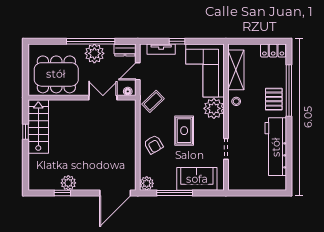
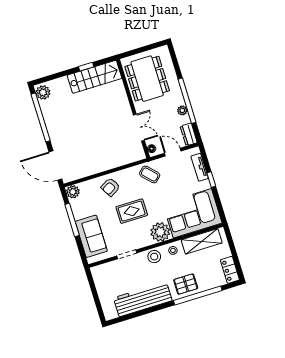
plant: (94, 53) -> (182, 110), width x0.53, depth x0.53
stool: (237, 122) -> (154, 257), added
plant: (68, 183) -> (43, 92), moved
window: (62, 193) -> (41, 117), width x3.17

